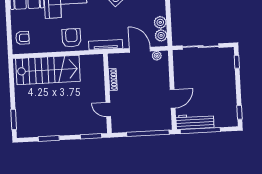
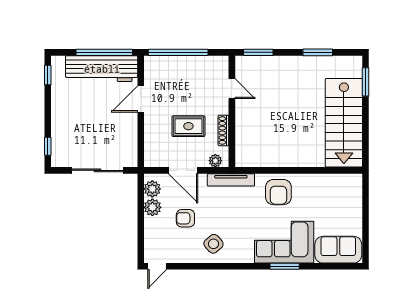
armchair: (22, 38) -> (185, 218), moved
plant: (157, 56) -> (215, 161), moved
stairs: (48, 70) -> (344, 123), moved, turned -90
rug: (138, 81) -> (188, 126), added
workbench: (195, 122) -> (102, 69), width x1.36, depth x1.32

